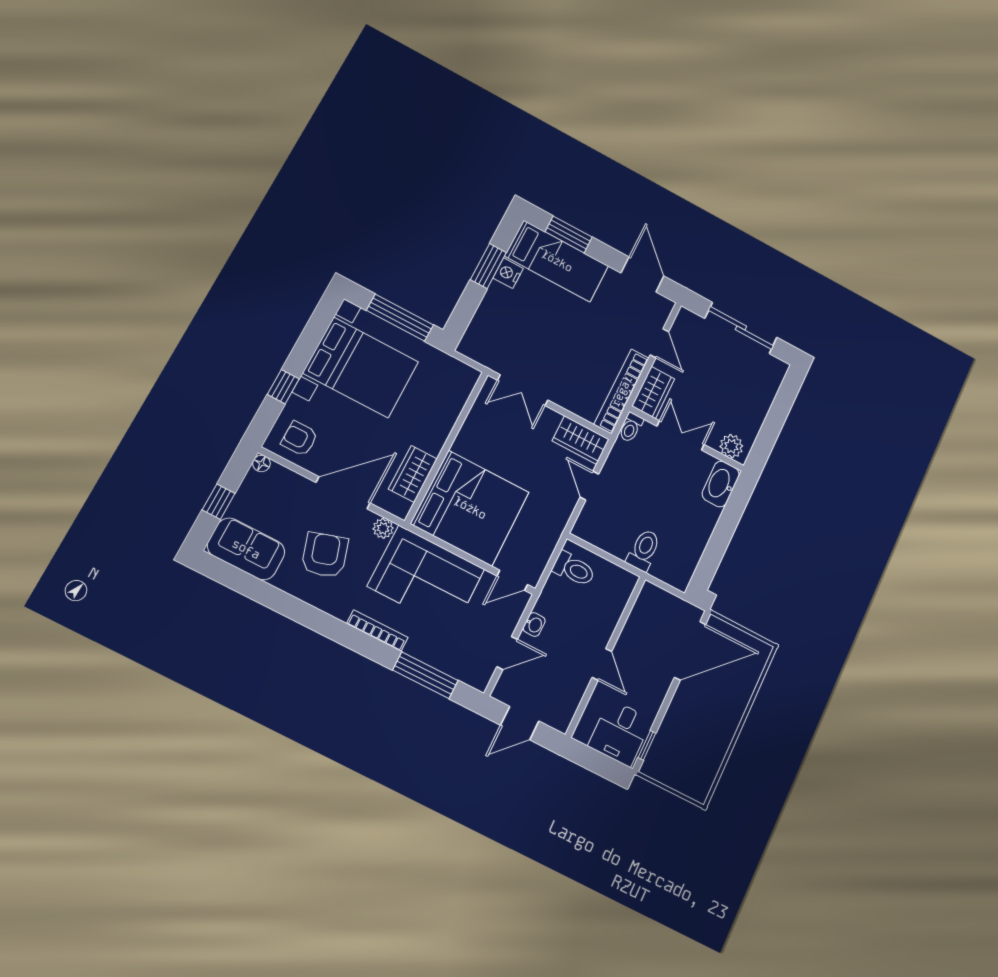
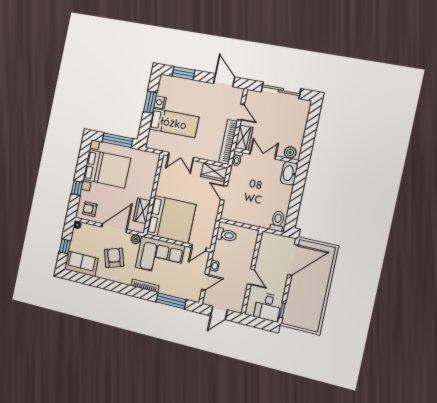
bed: (557, 261) -> (174, 123), moved
toilet: (644, 550) -> (278, 221), moved

